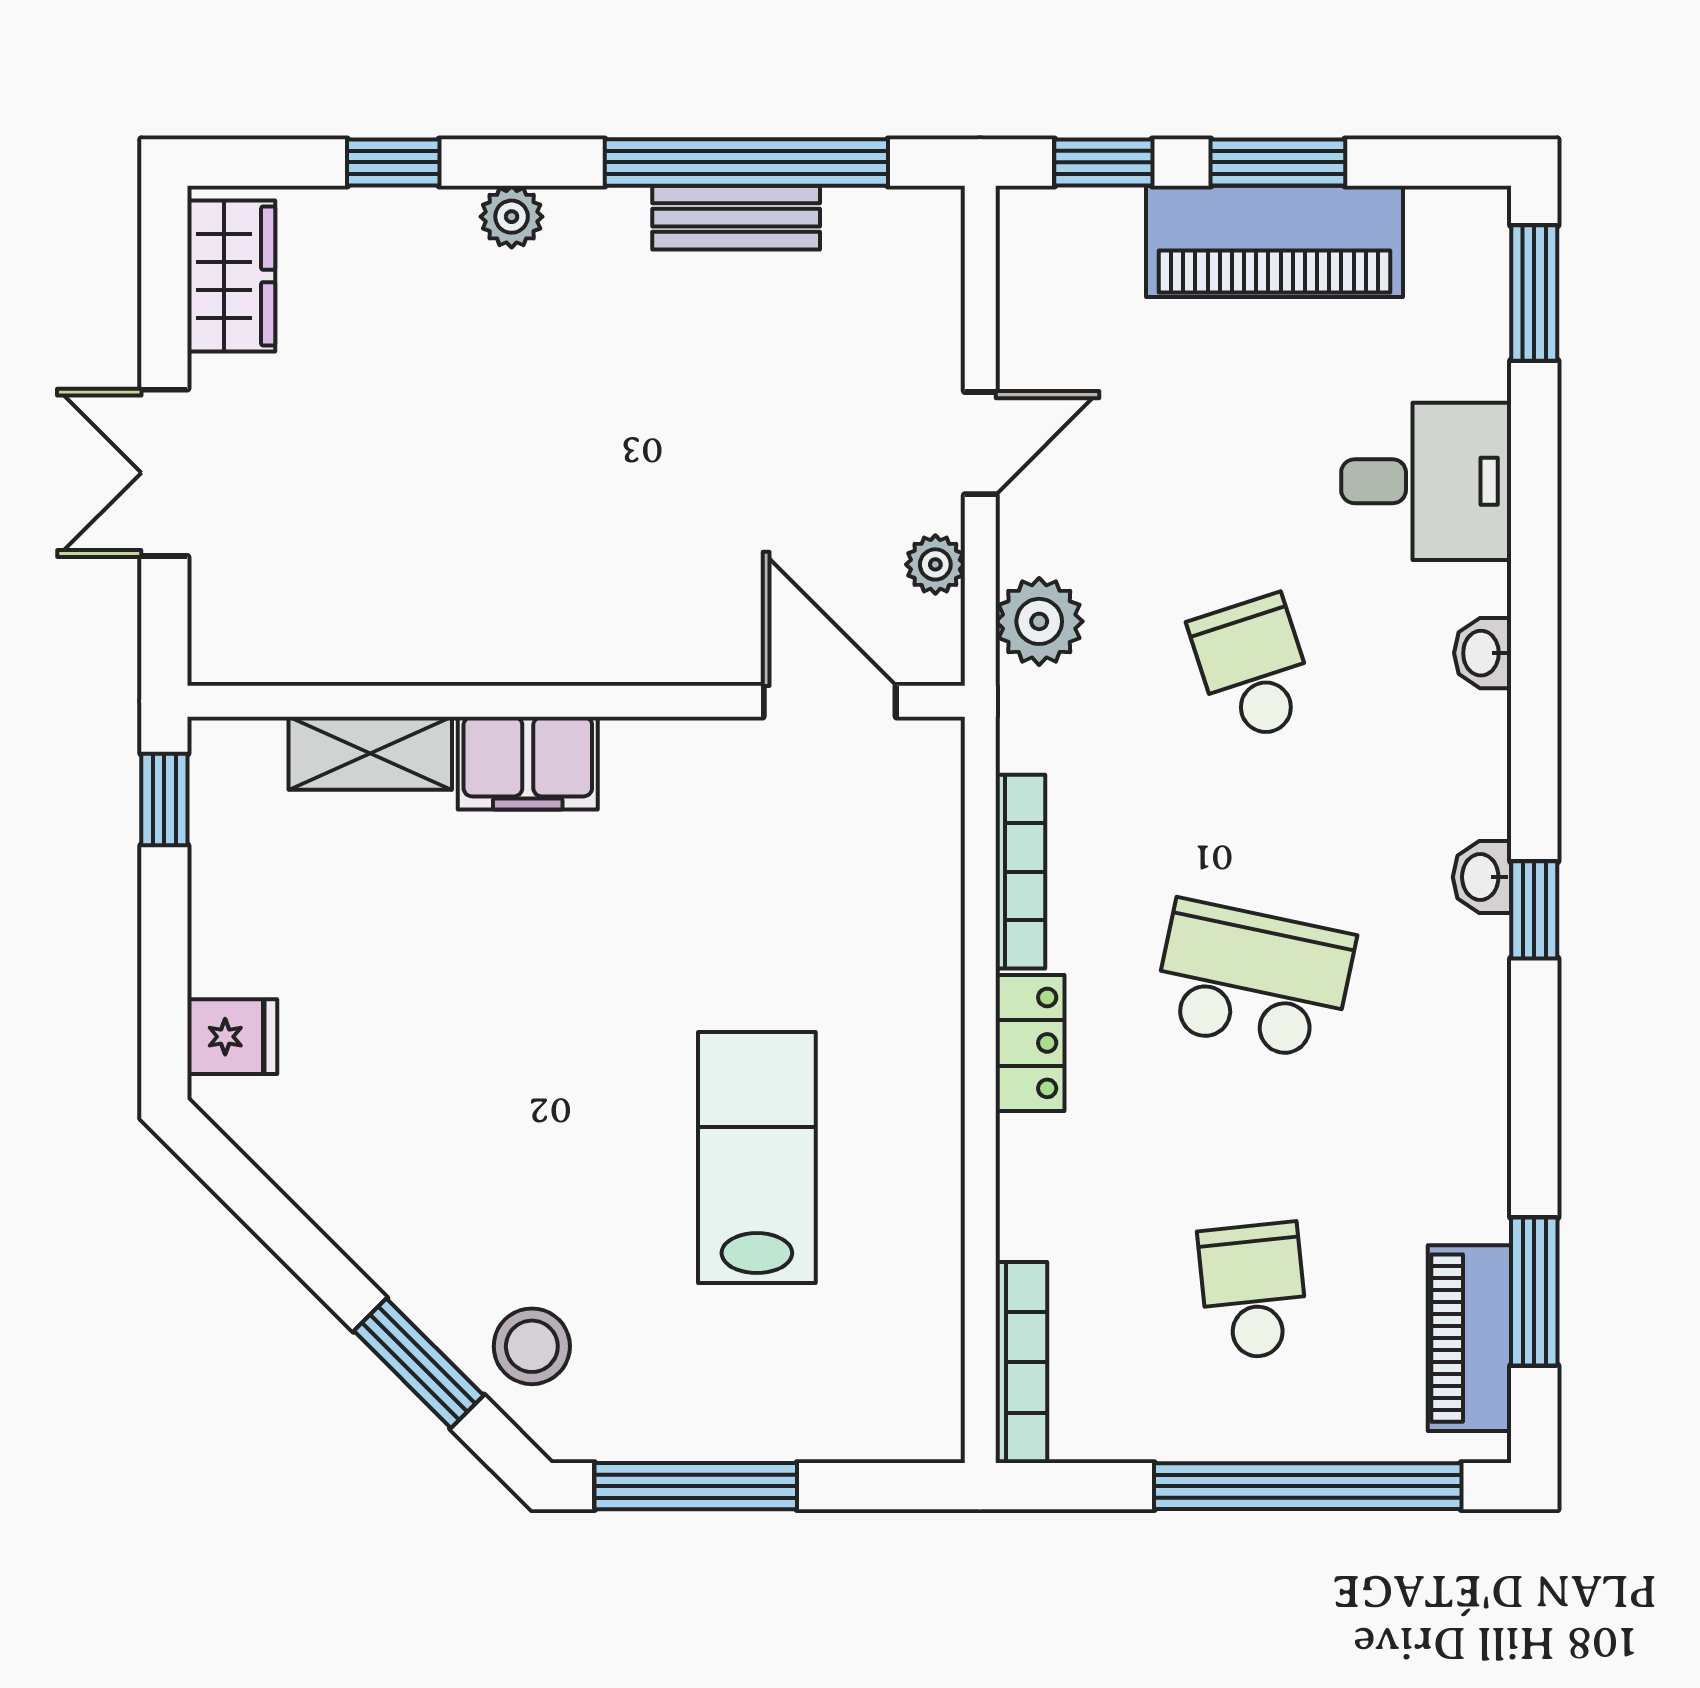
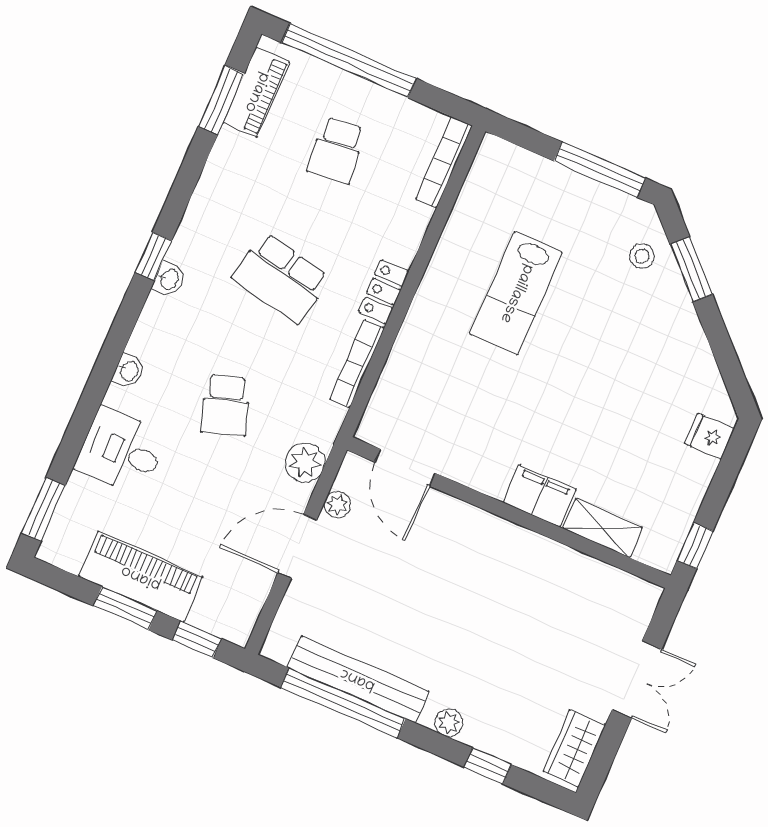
bench: (736, 218) -> (358, 679), width x1.86, depth x1.21
door: (980, 443) -> (297, 546), width x1.38
stool: (532, 1346) -> (642, 256), width x0.73, depth x0.73

